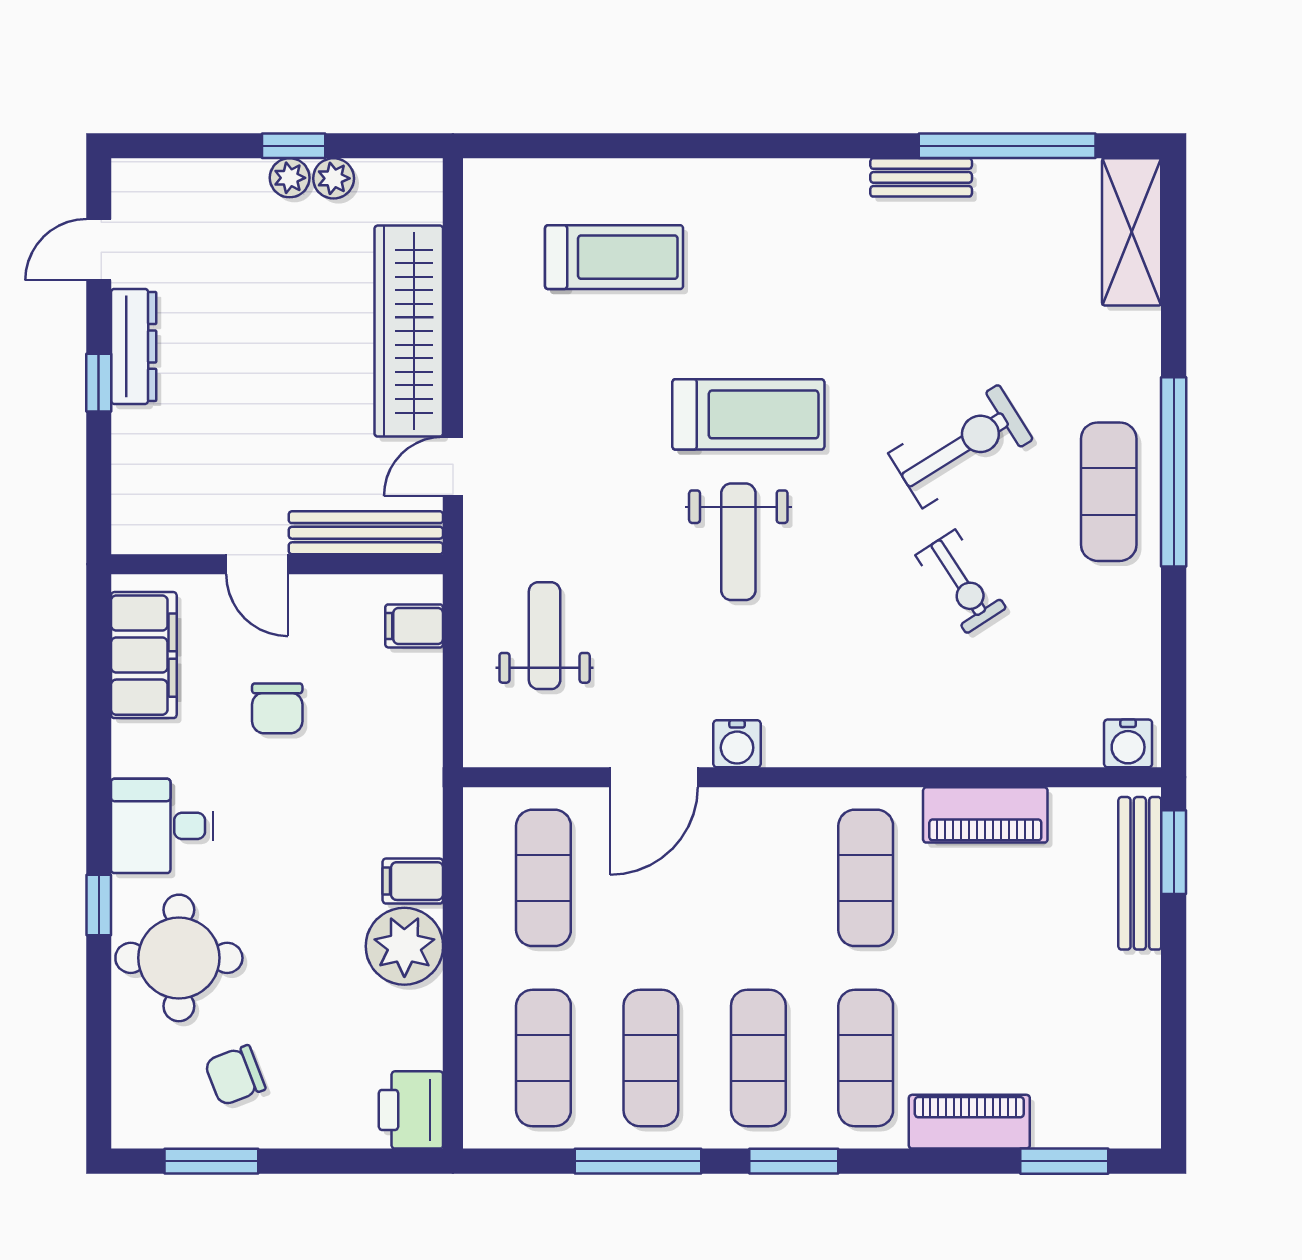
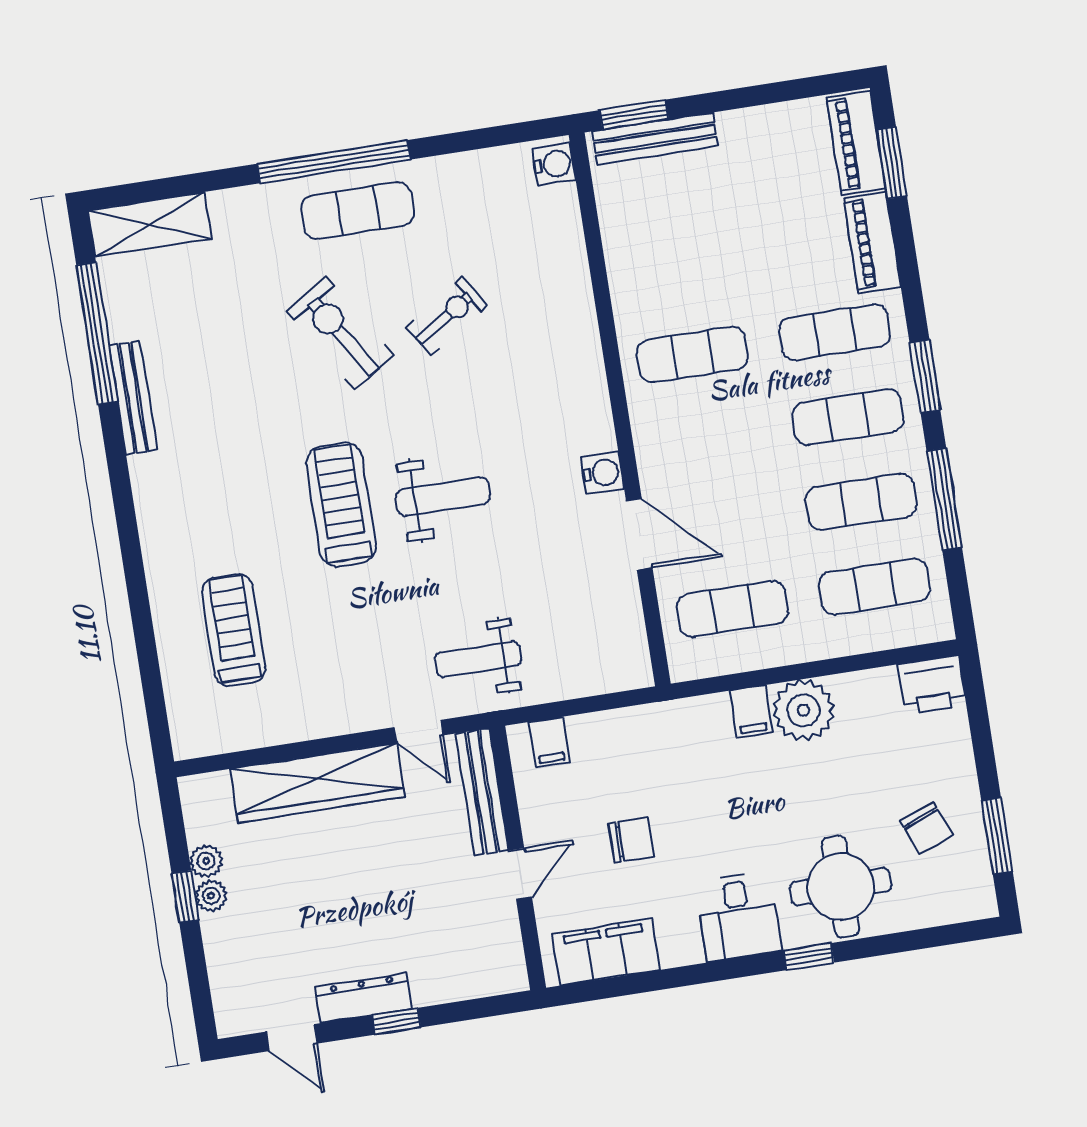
bench: (921, 177) -> (133, 397), width x1.36
weight bench: (545, 636) -> (478, 659), moved
piano: (985, 815) -> (856, 143), moved, turned 180

